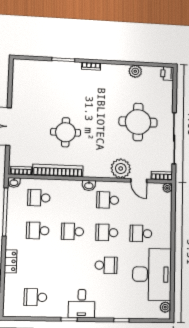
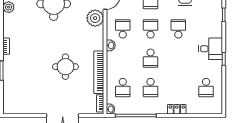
school desk: (108, 200) -> (123, 29), turned 180
school desk: (107, 232) -> (151, 29), turned 180

